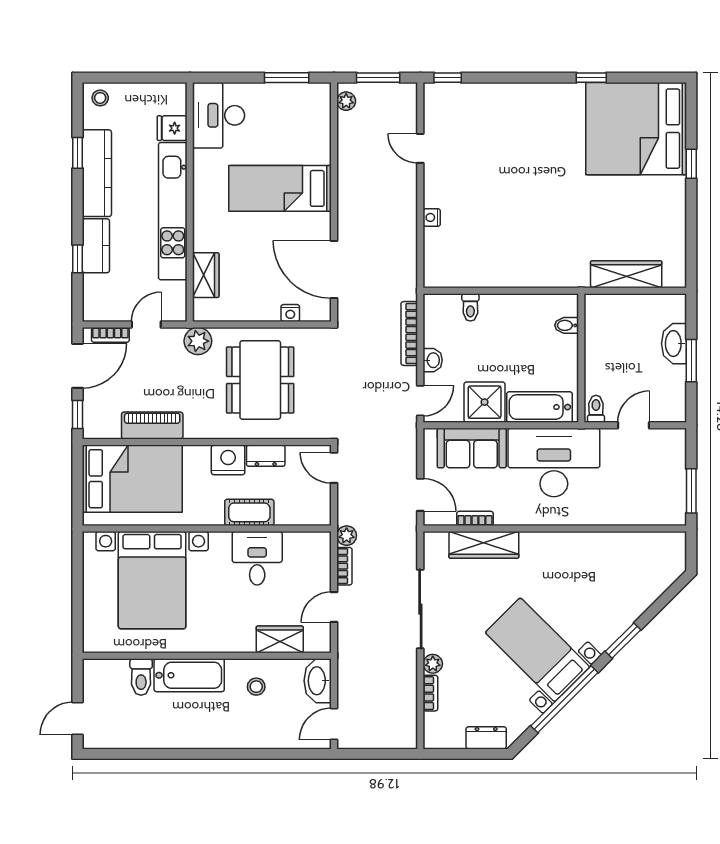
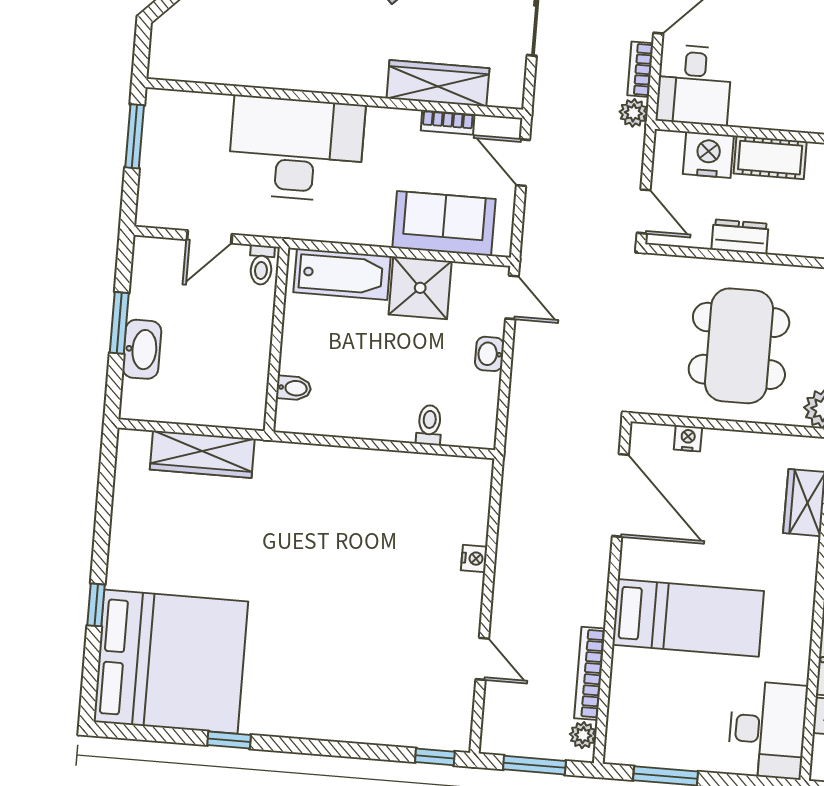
bookcase: (409, 334) -> (590, 673), moved, turned 180
door: (420, 401) -> (512, 297), swing flipped
nightstand: (228, 460) -> (708, 155), moved, turned 180
desk: (554, 462) -> (296, 149), moved, turned 180
desk: (257, 558) -> (694, 85), moved

